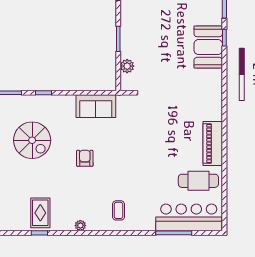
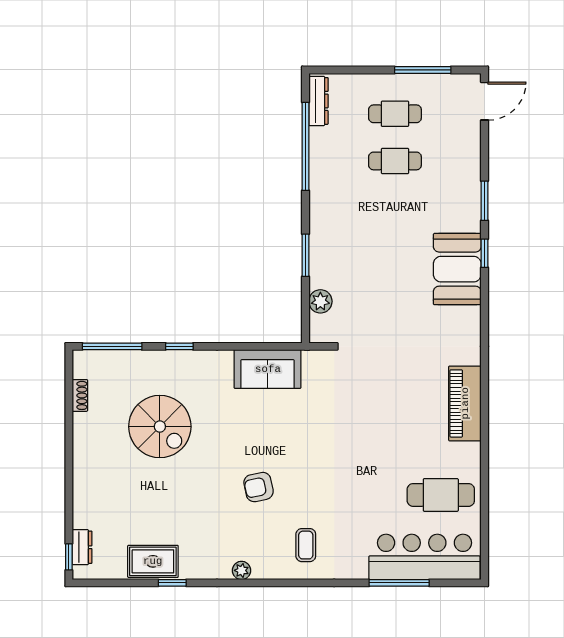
piano: (213, 143) -> (465, 403), moved
armchair: (85, 158) -> (259, 487), moved, turned -102
rug: (40, 213) -> (153, 561), moved, turned 90

